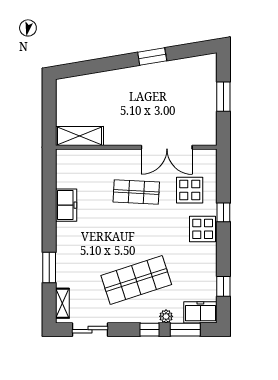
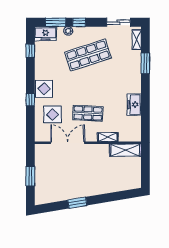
shelving: (106, 156) -> (108, 137), added

